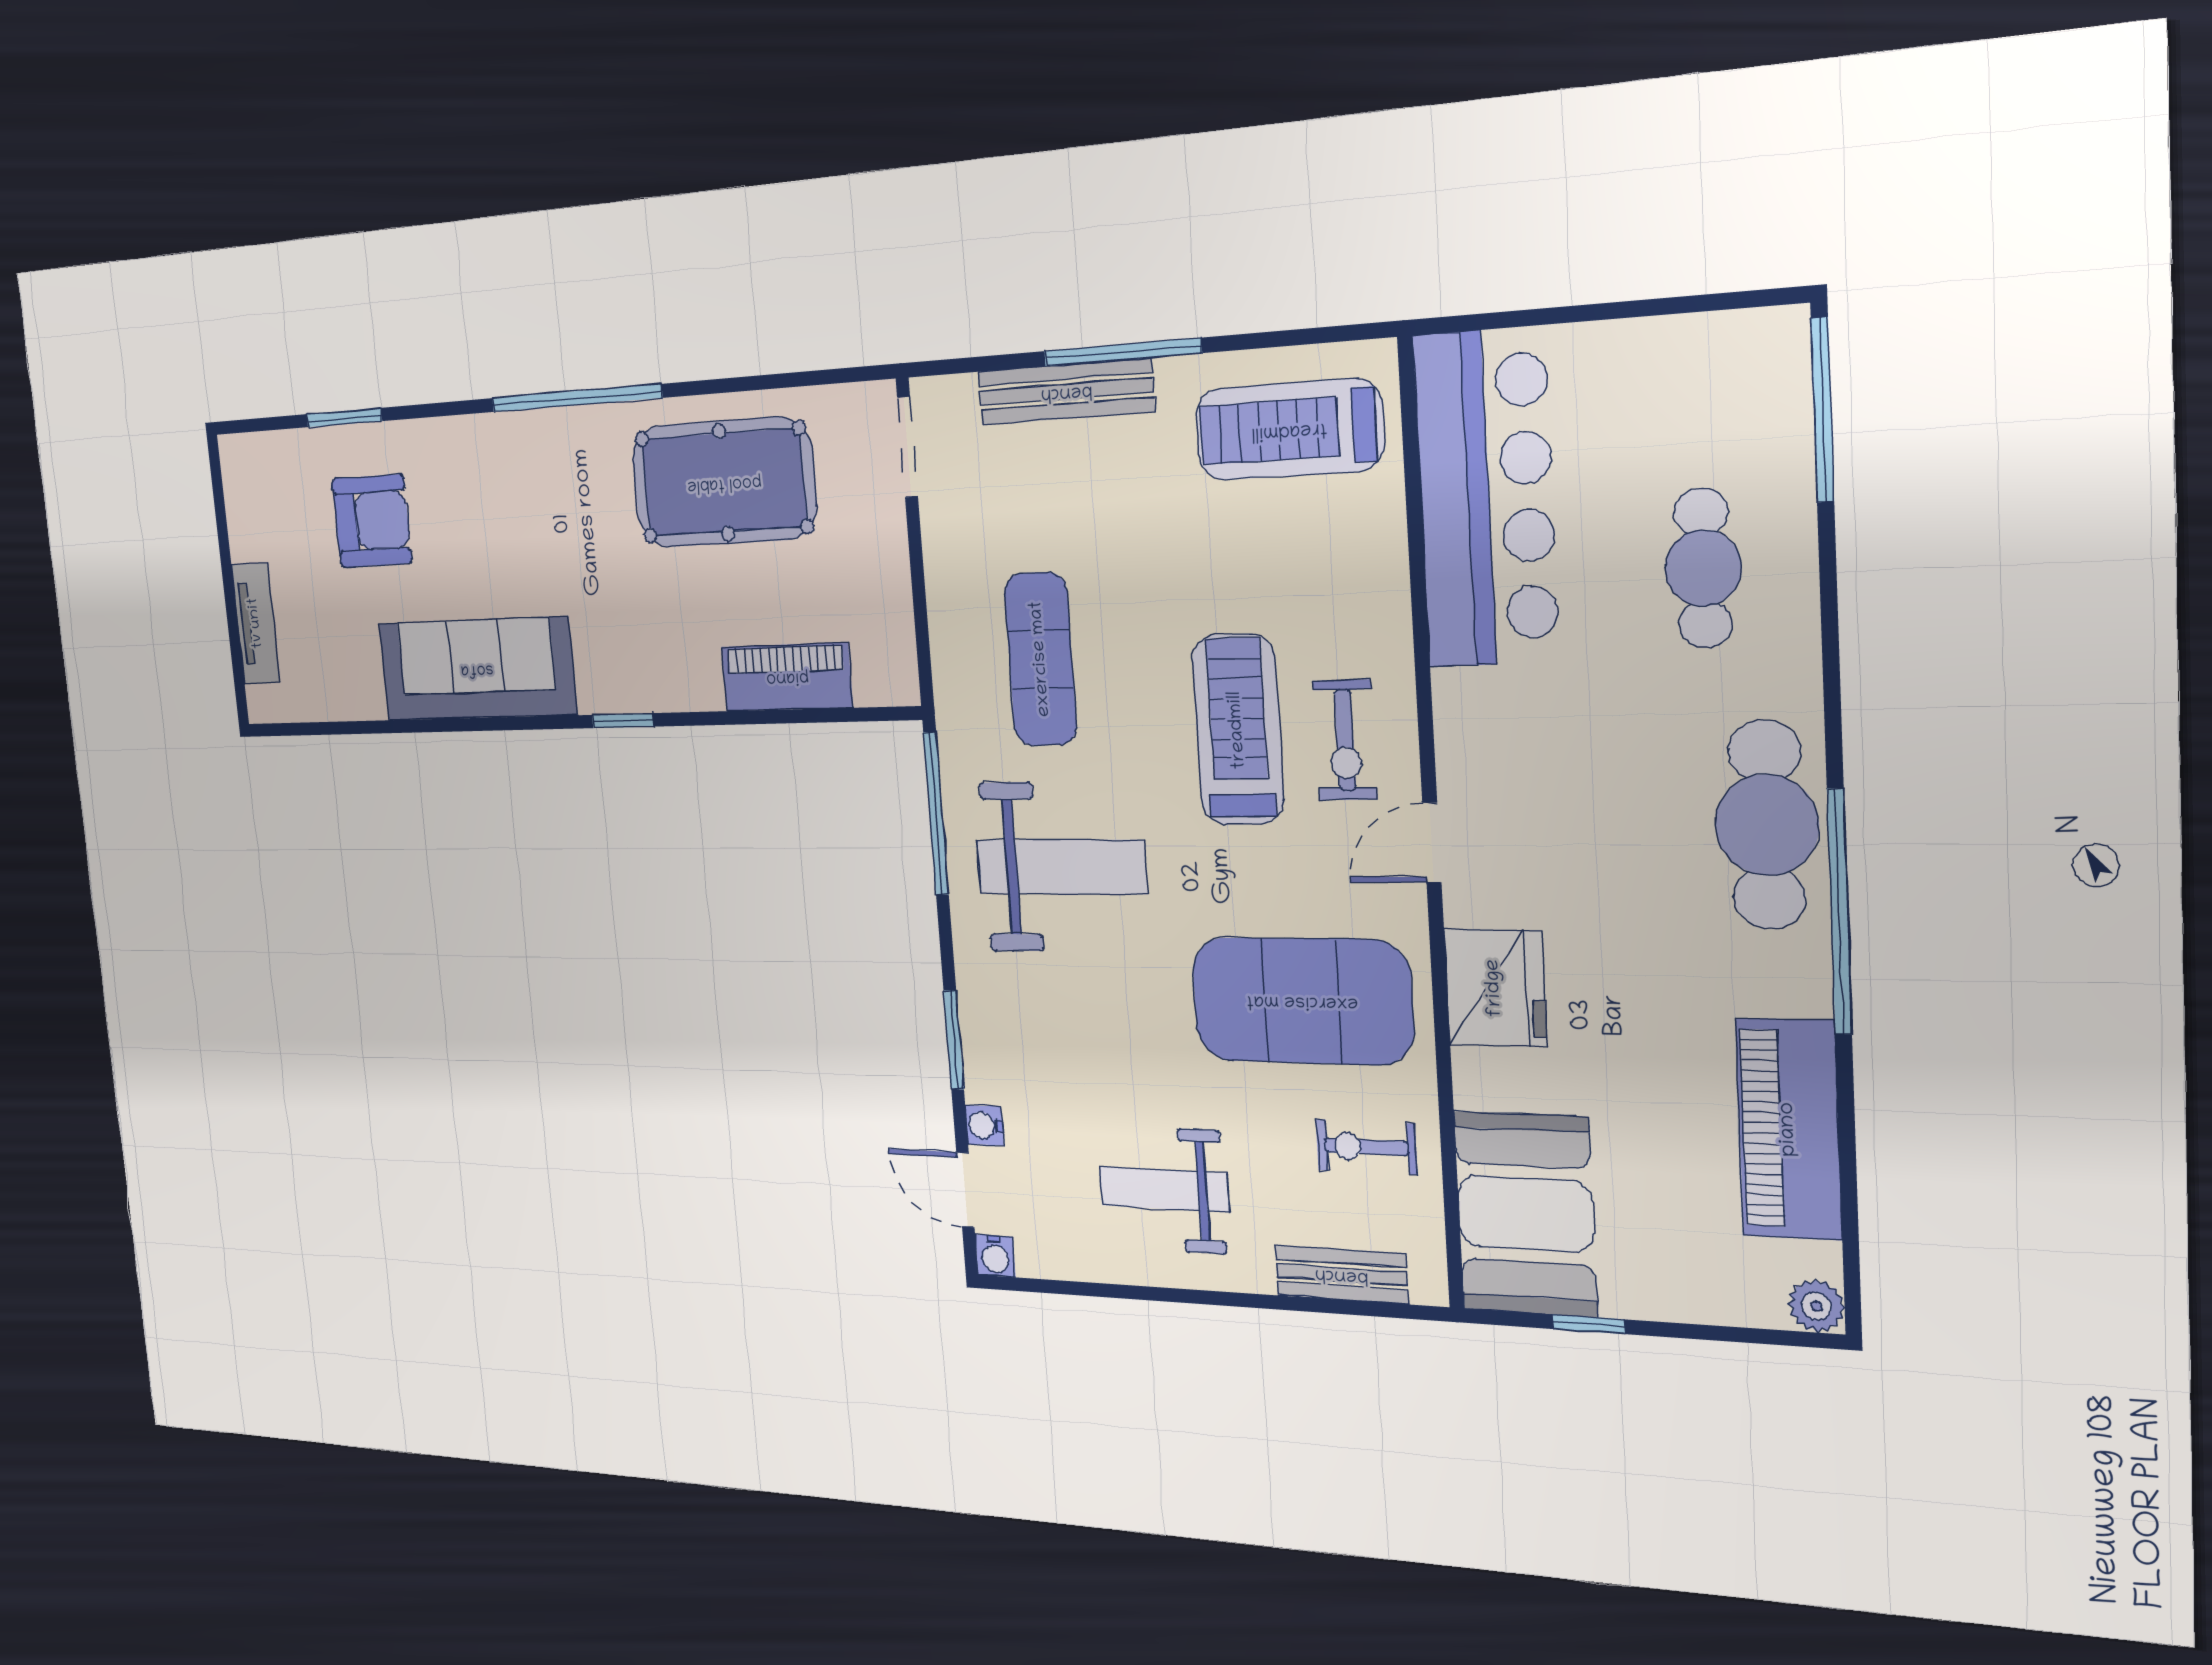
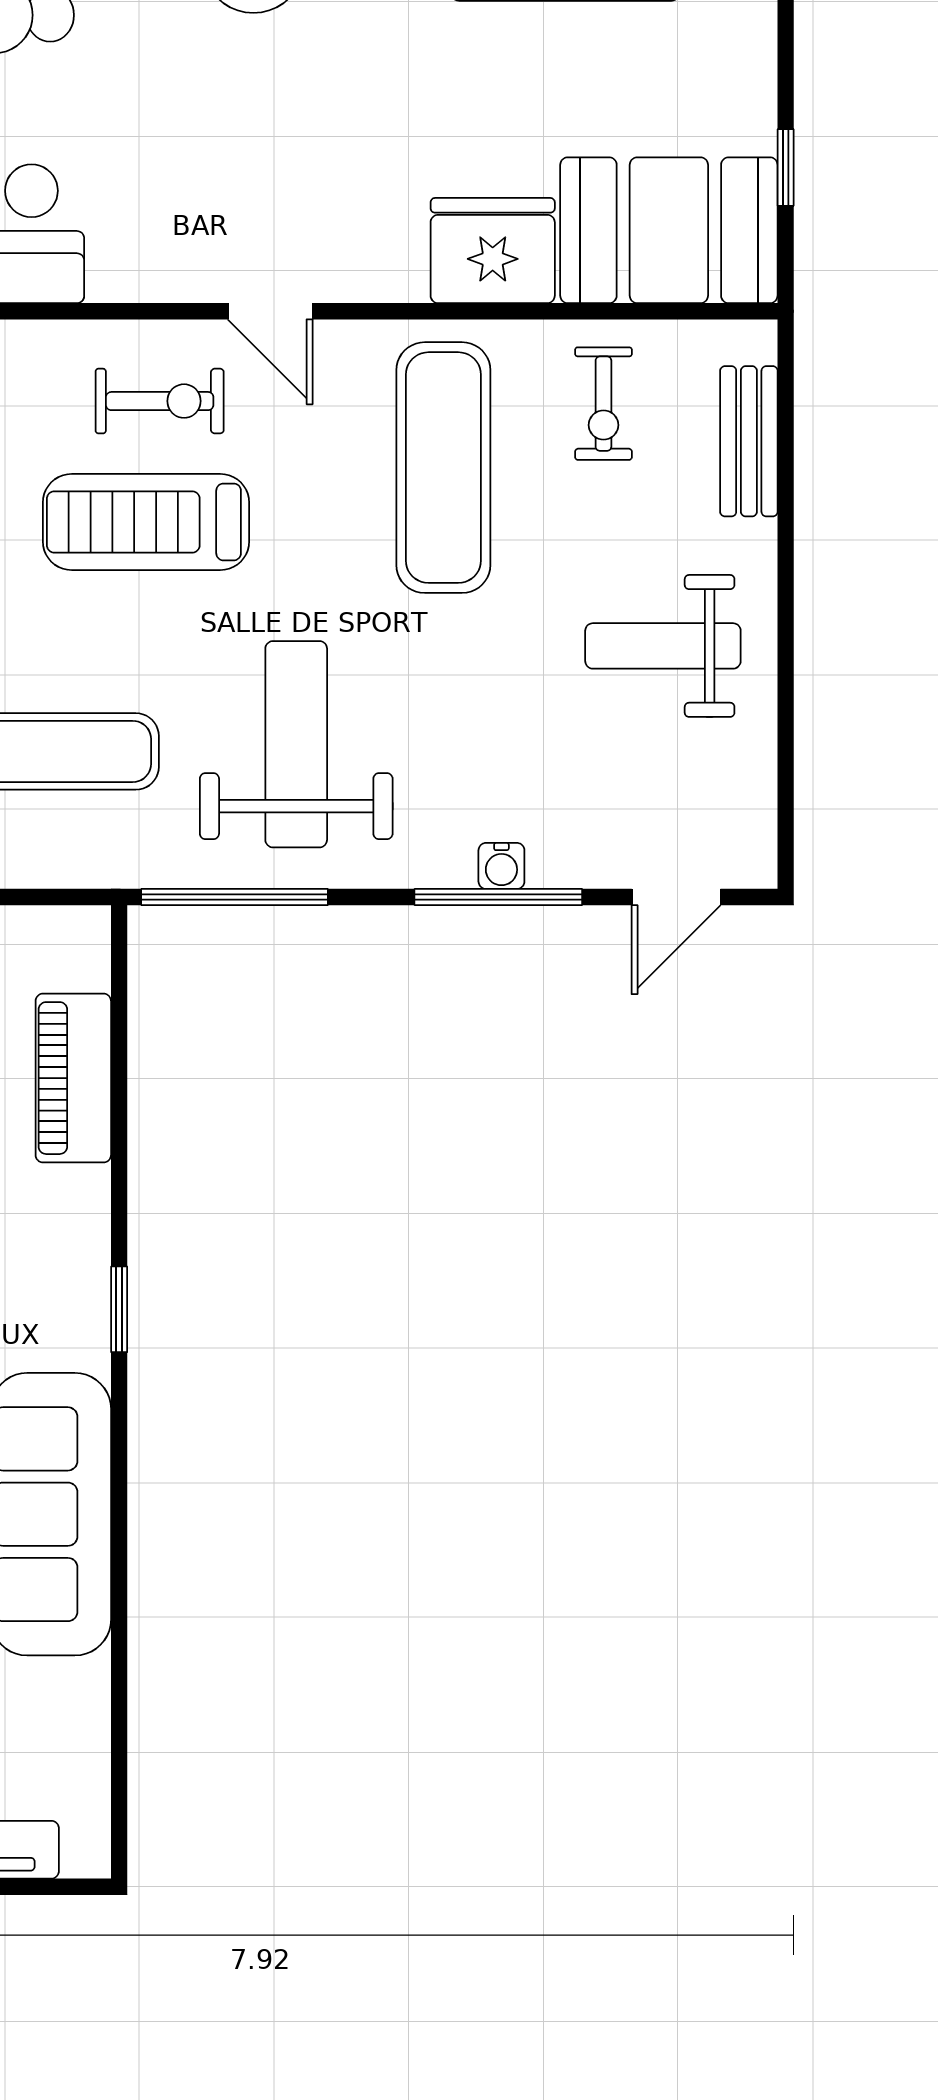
fridge: (1495, 988) -> (493, 251), moved
exercise mat: (1302, 1001) -> (443, 468), width x0.68
window: (954, 1040) -> (498, 897), width x1.44
water cooler: (984, 1125) -> (501, 866), moved
weight bench: (1164, 1189) -> (663, 646), turned 90
water cooler: (995, 1256) -> (753, 865), removed

